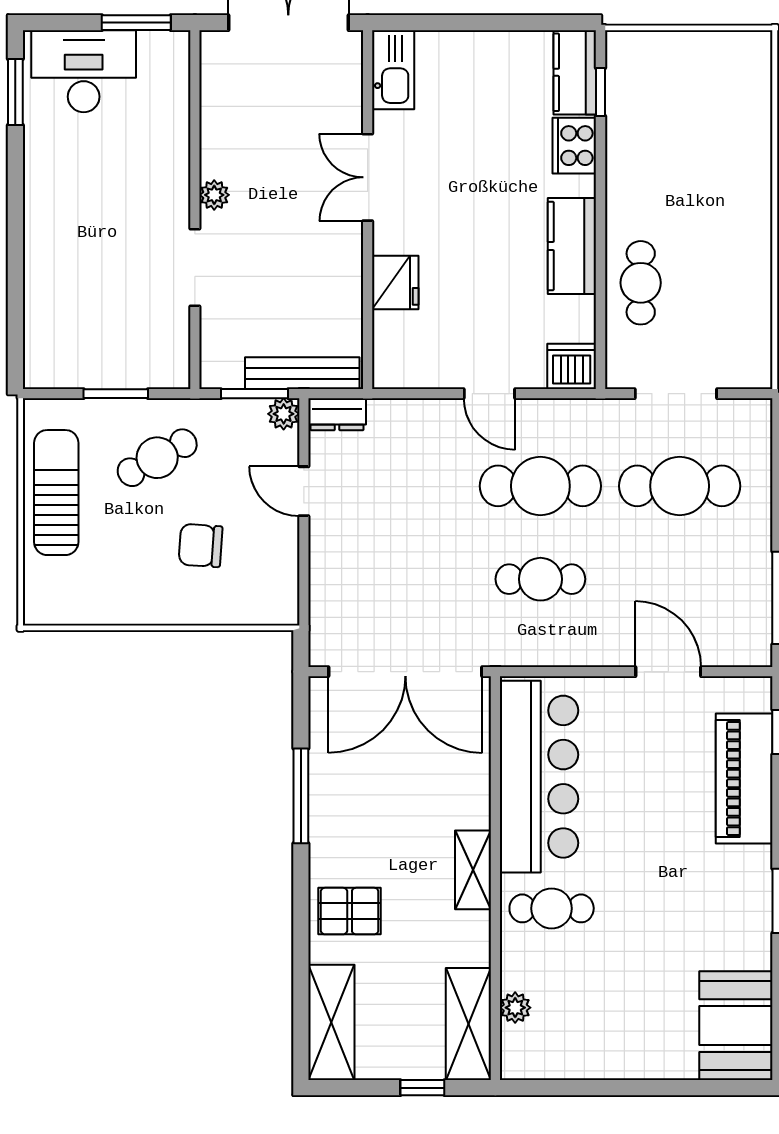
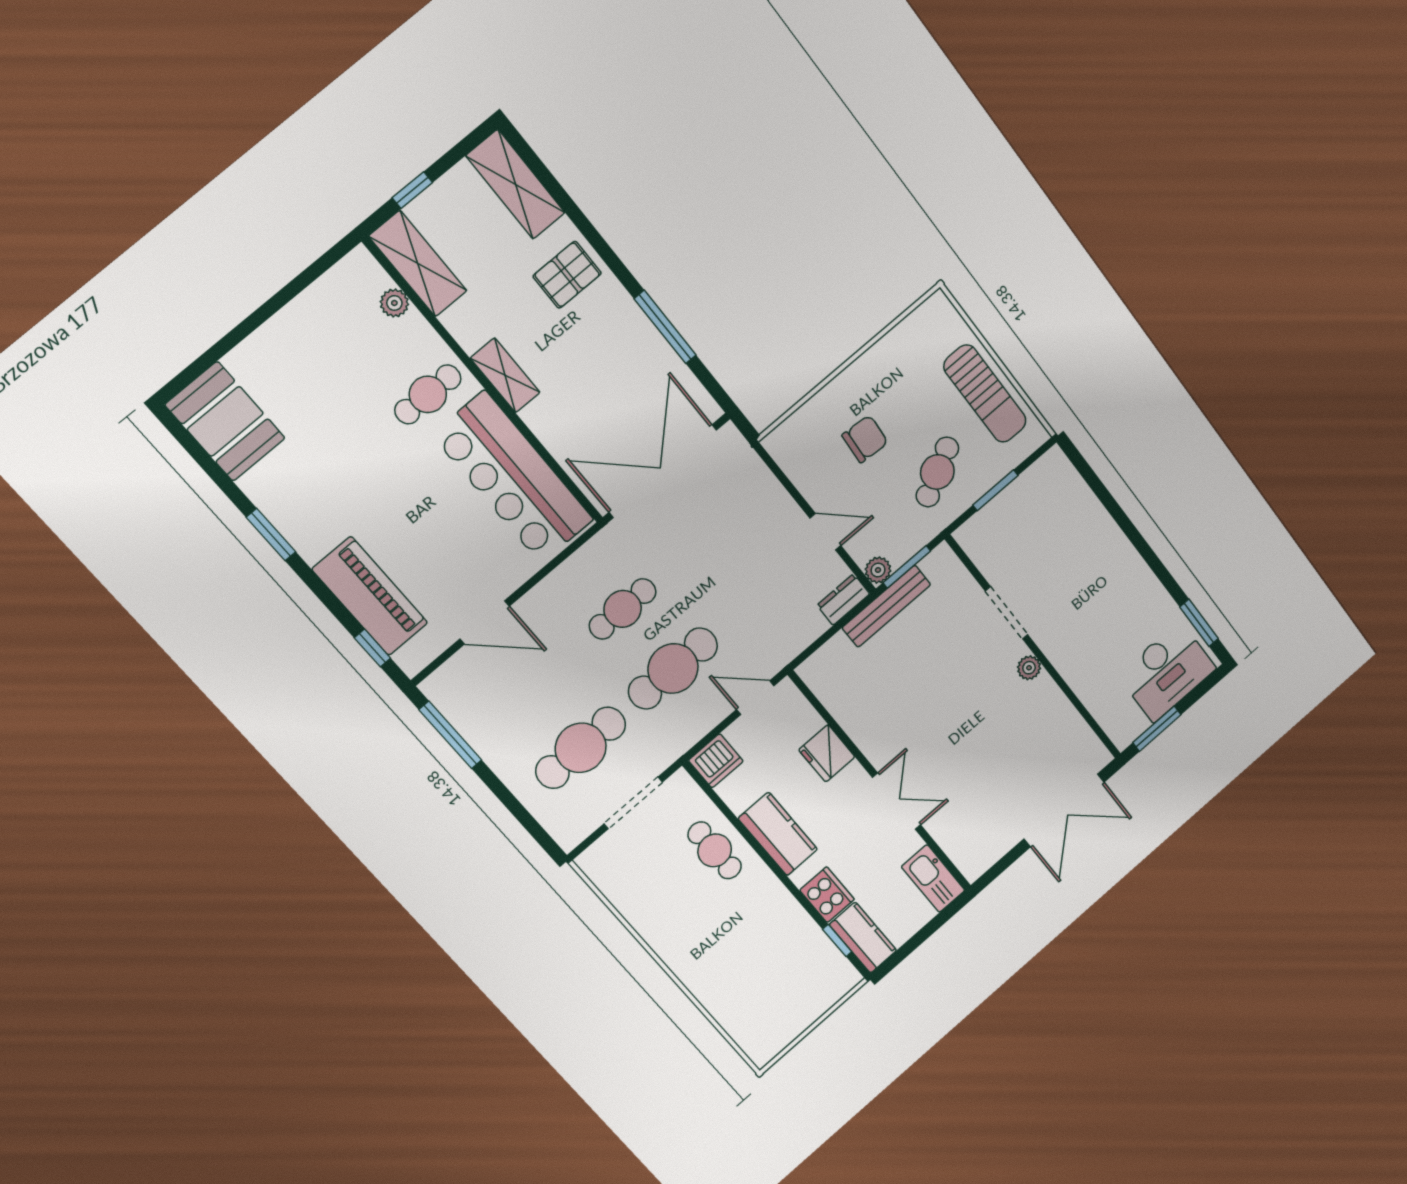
kitchen sink: (393, 70) -> (933, 879), moved
double door: (368, 177) -> (897, 801), moved
wall: (368, 210) -> (881, 782), moved
fridge: (395, 282) -> (827, 753), moved

